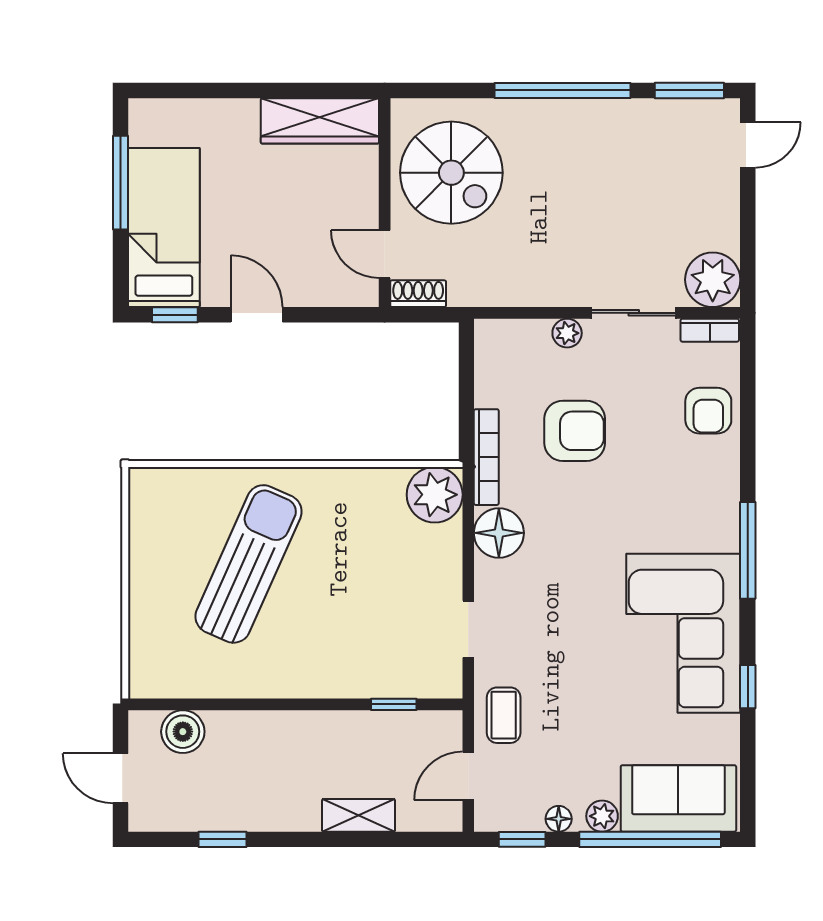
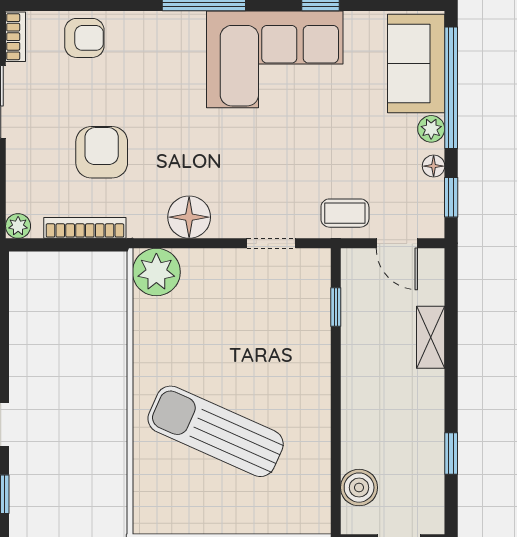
plant: (567, 333) -> (18, 226), moved
bookcase: (486, 457) -> (85, 228), moved

